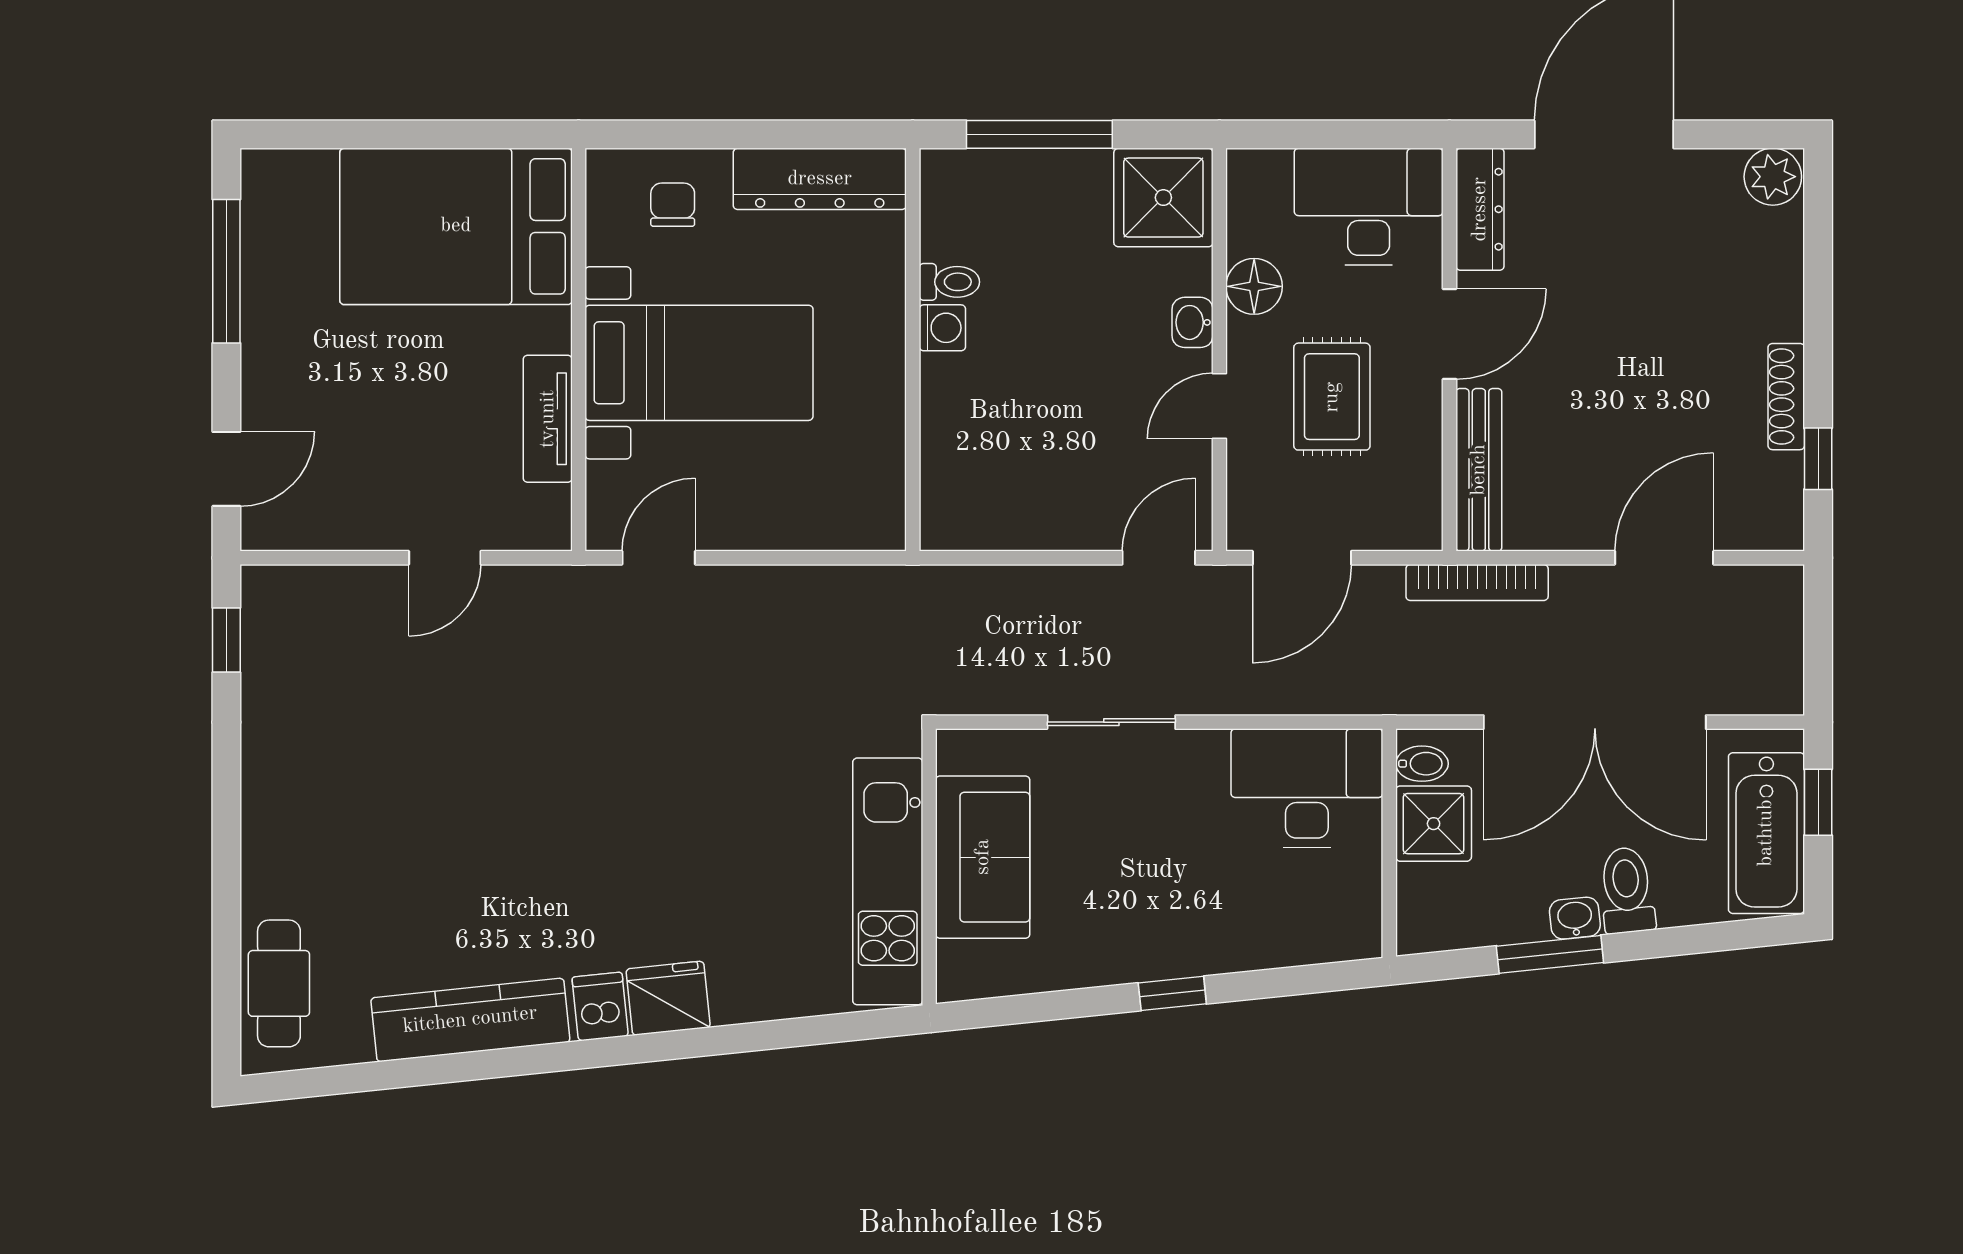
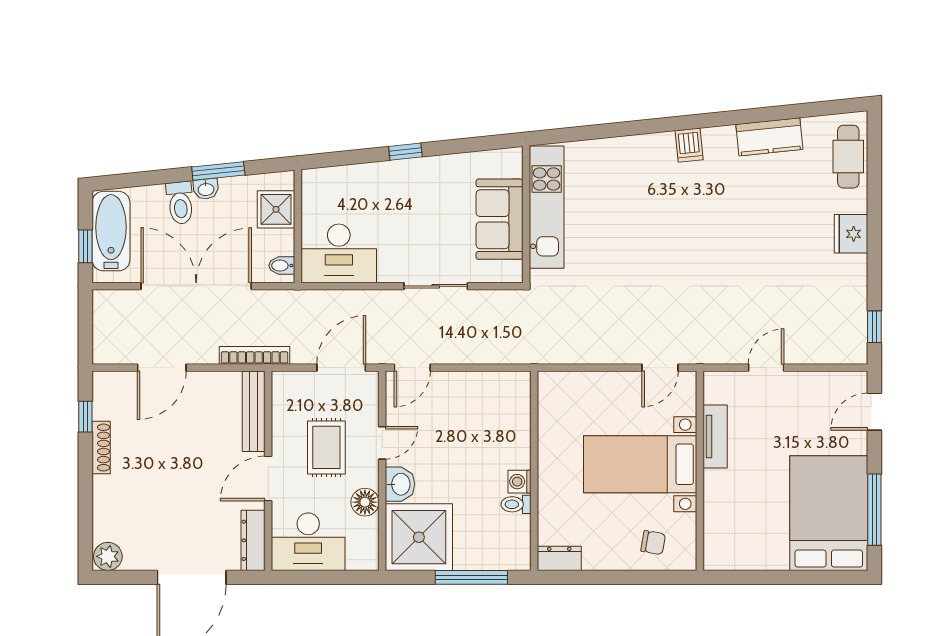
dresser: (820, 179) -> (559, 558), width x0.51, depth x0.80
shower: (1163, 198) -> (419, 537), width x1.37, depth x1.37
chair: (673, 205) -> (653, 543), turned -80
bed: (456, 226) -> (829, 513), moved, turned -90
washbasin: (1192, 322) -> (400, 484), width x1.38, depth x1.45
shower: (1434, 824) -> (276, 209), moved
fridge: (668, 998) -> (851, 234), moved, turned 96
kitchen counter: (470, 1020) -> (769, 137), width x0.67

